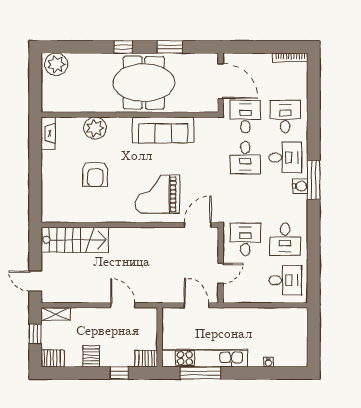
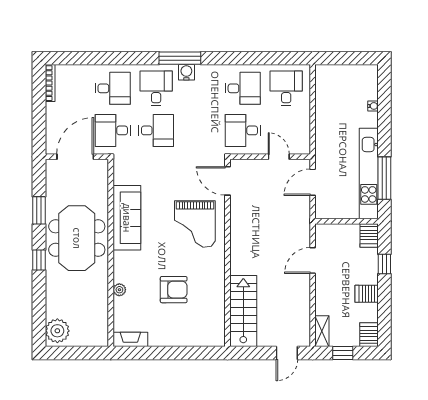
desk: (285, 117) -> (113, 88), turned 180
plant: (95, 128) -> (119, 290), width x0.53, depth x0.53

